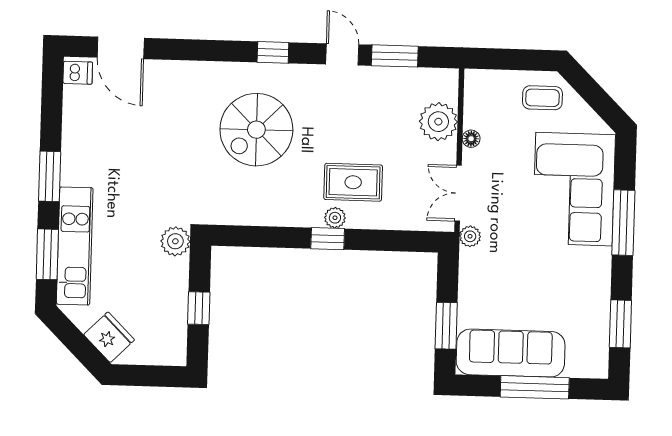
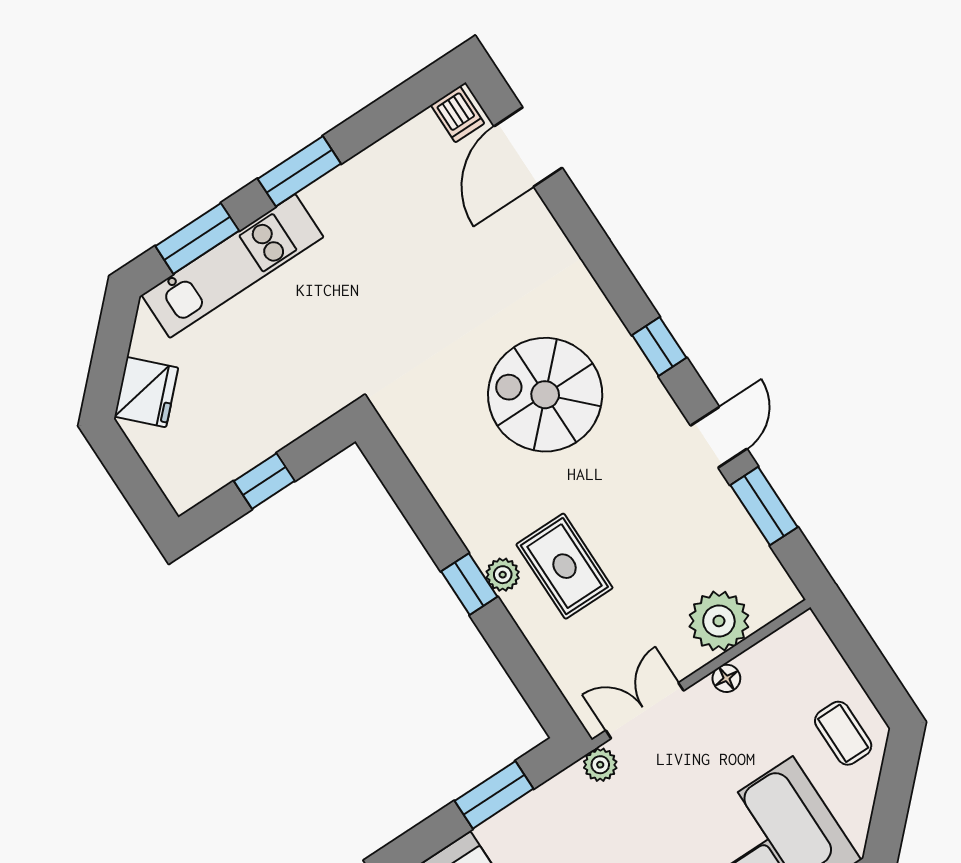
plant: (175, 241) -> (329, 391), removed
window: (446, 326) -> (494, 795), moved

